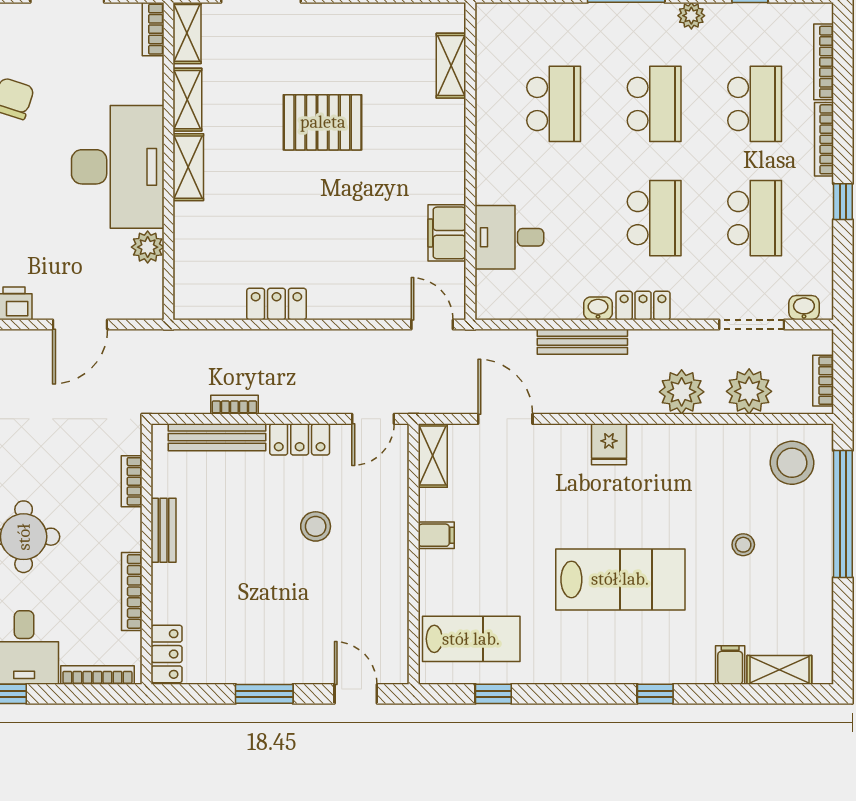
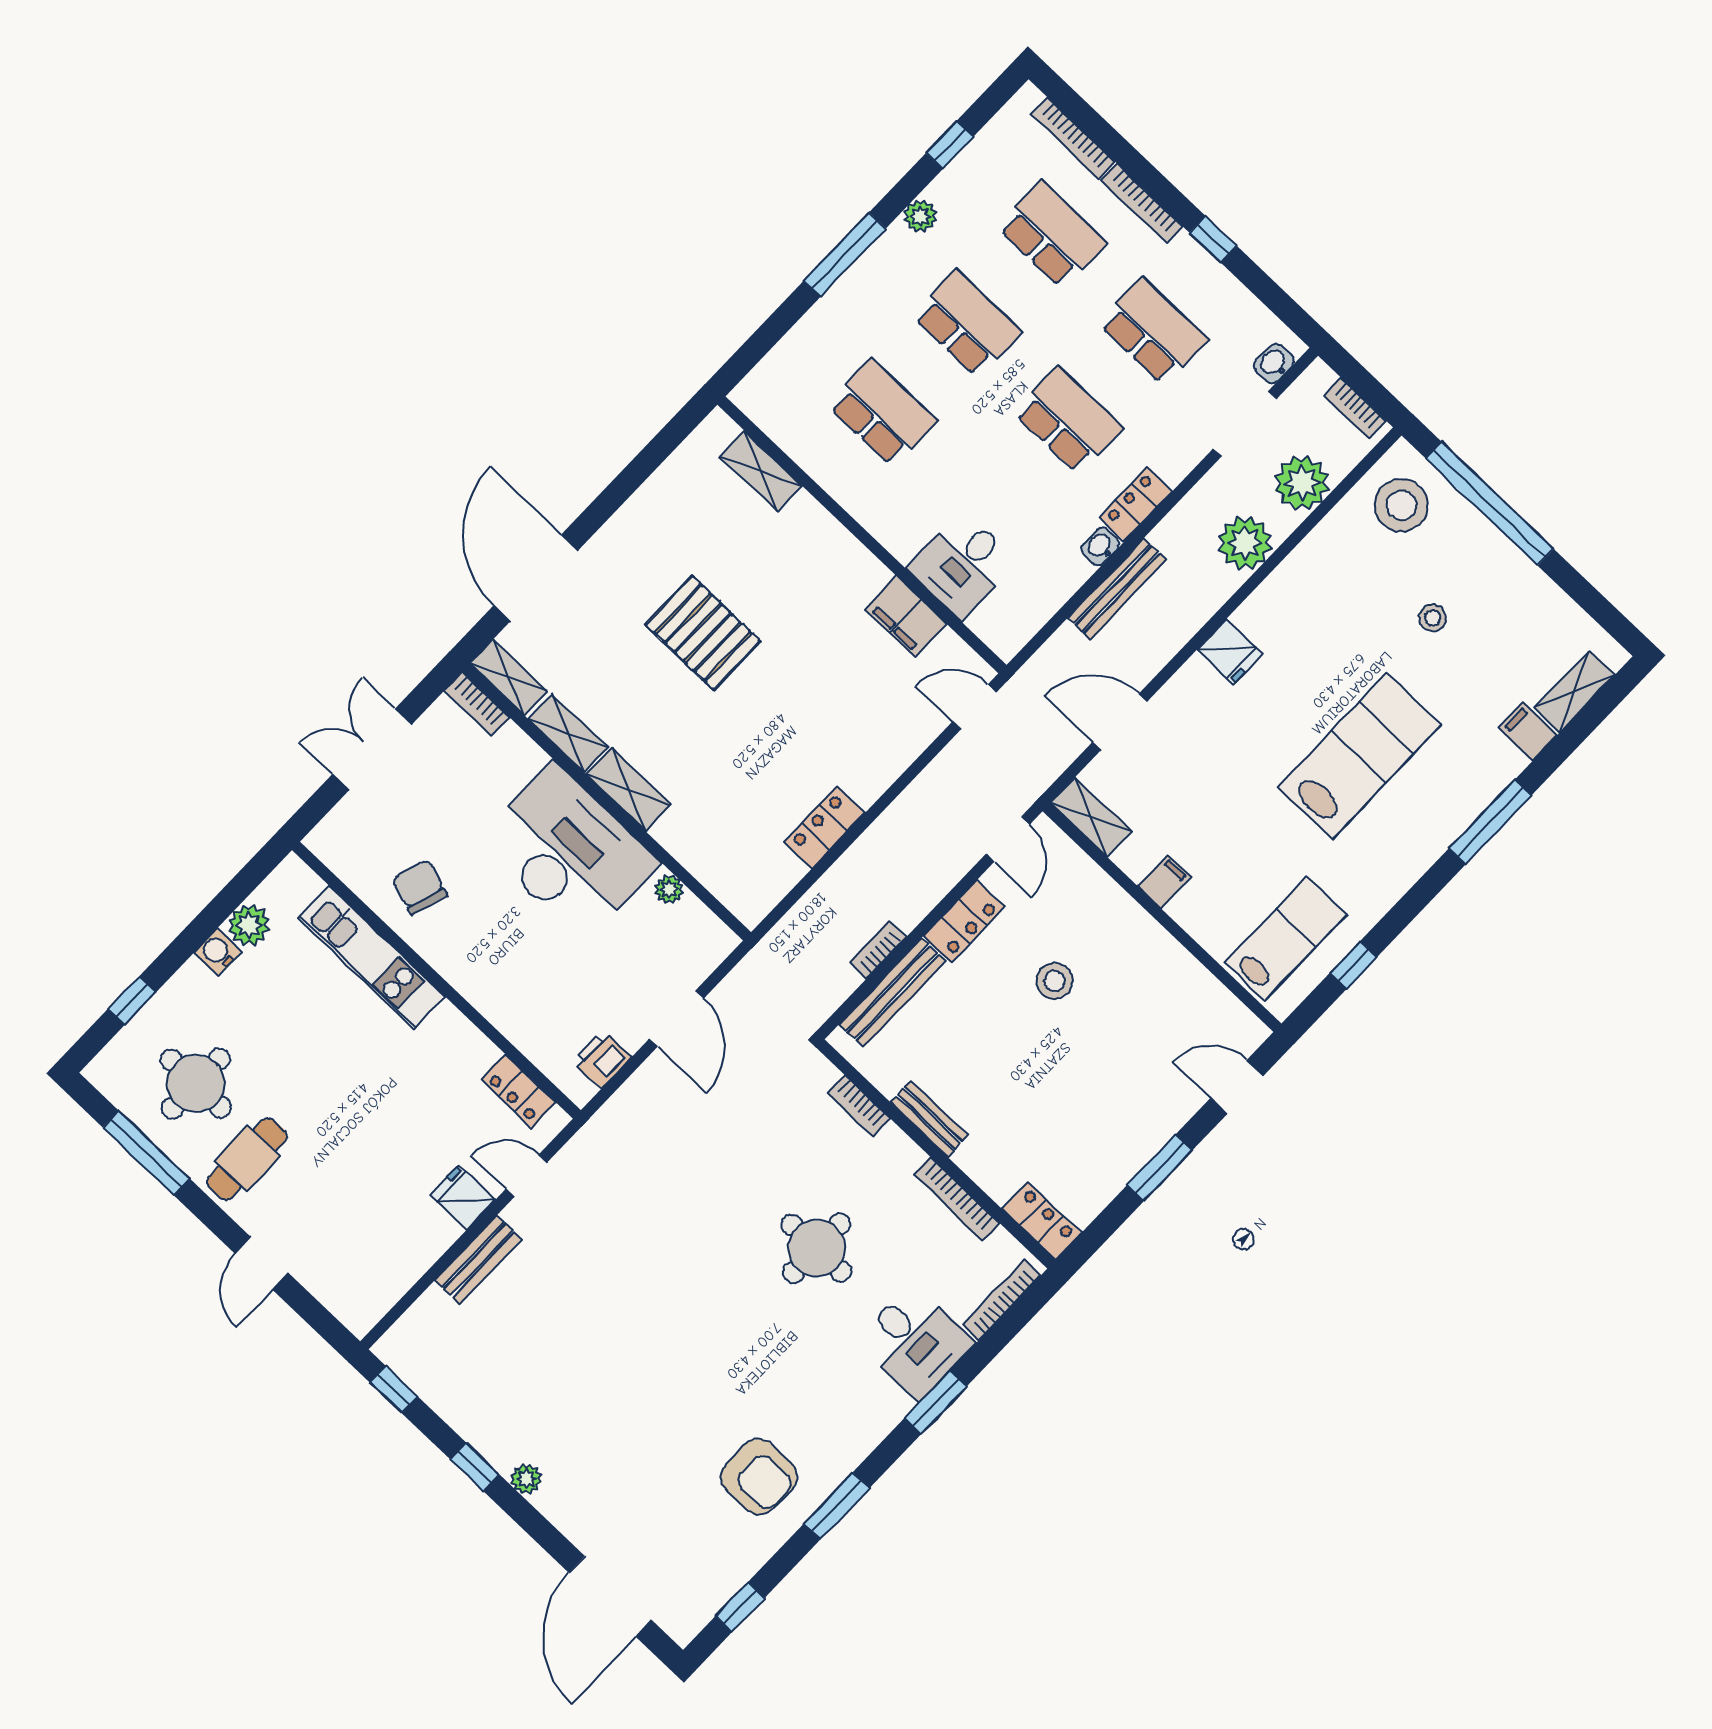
pallet: (323, 122) -> (703, 633), turned 90
plant: (148, 247) -> (669, 889), width x0.73, depth x0.73
window: (655, 694) -> (1490, 822), width x2.17

